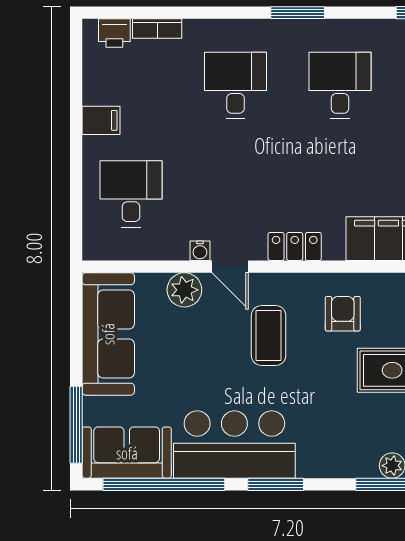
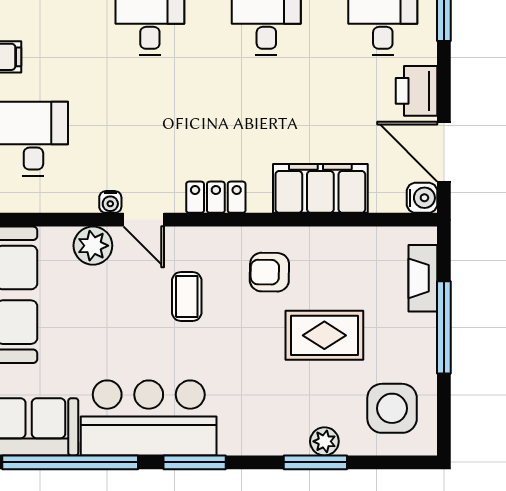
armchair: (343, 314) -> (269, 272), turned -89
coffee table: (269, 336) -> (187, 297), width x0.73, depth x0.77

